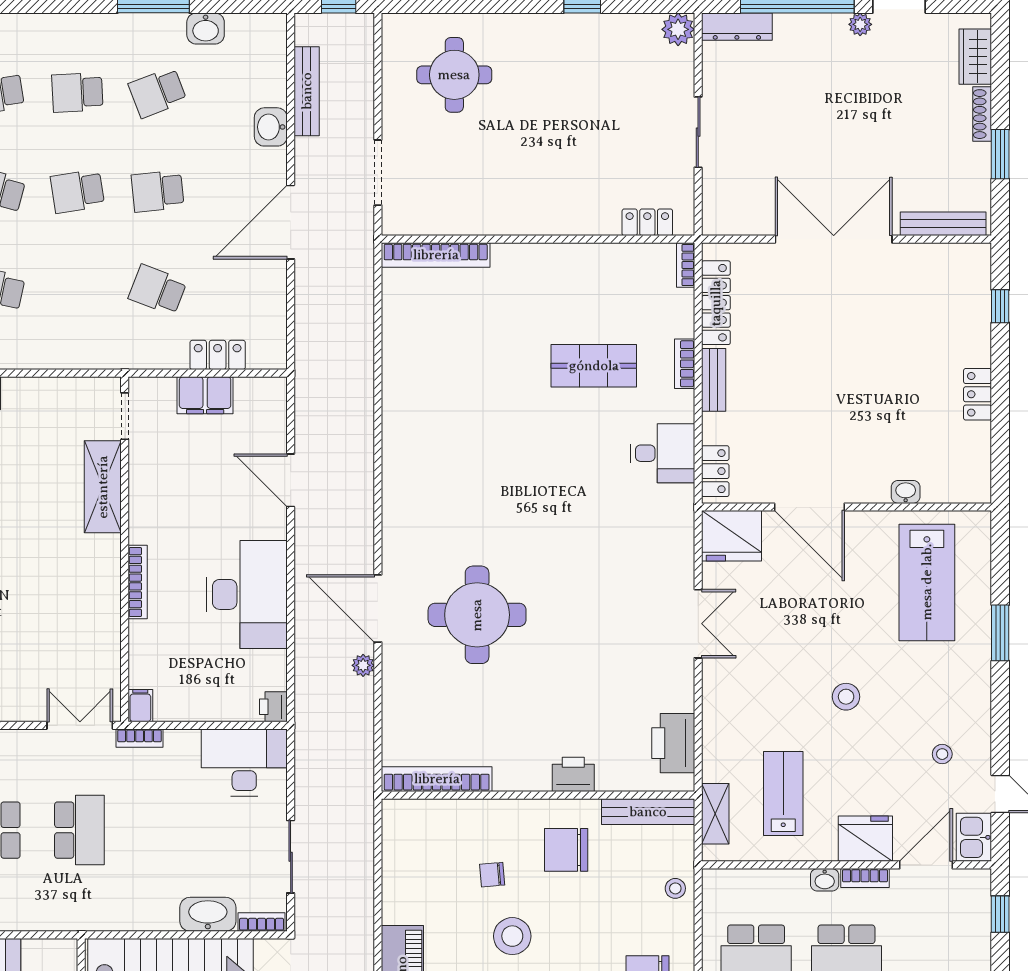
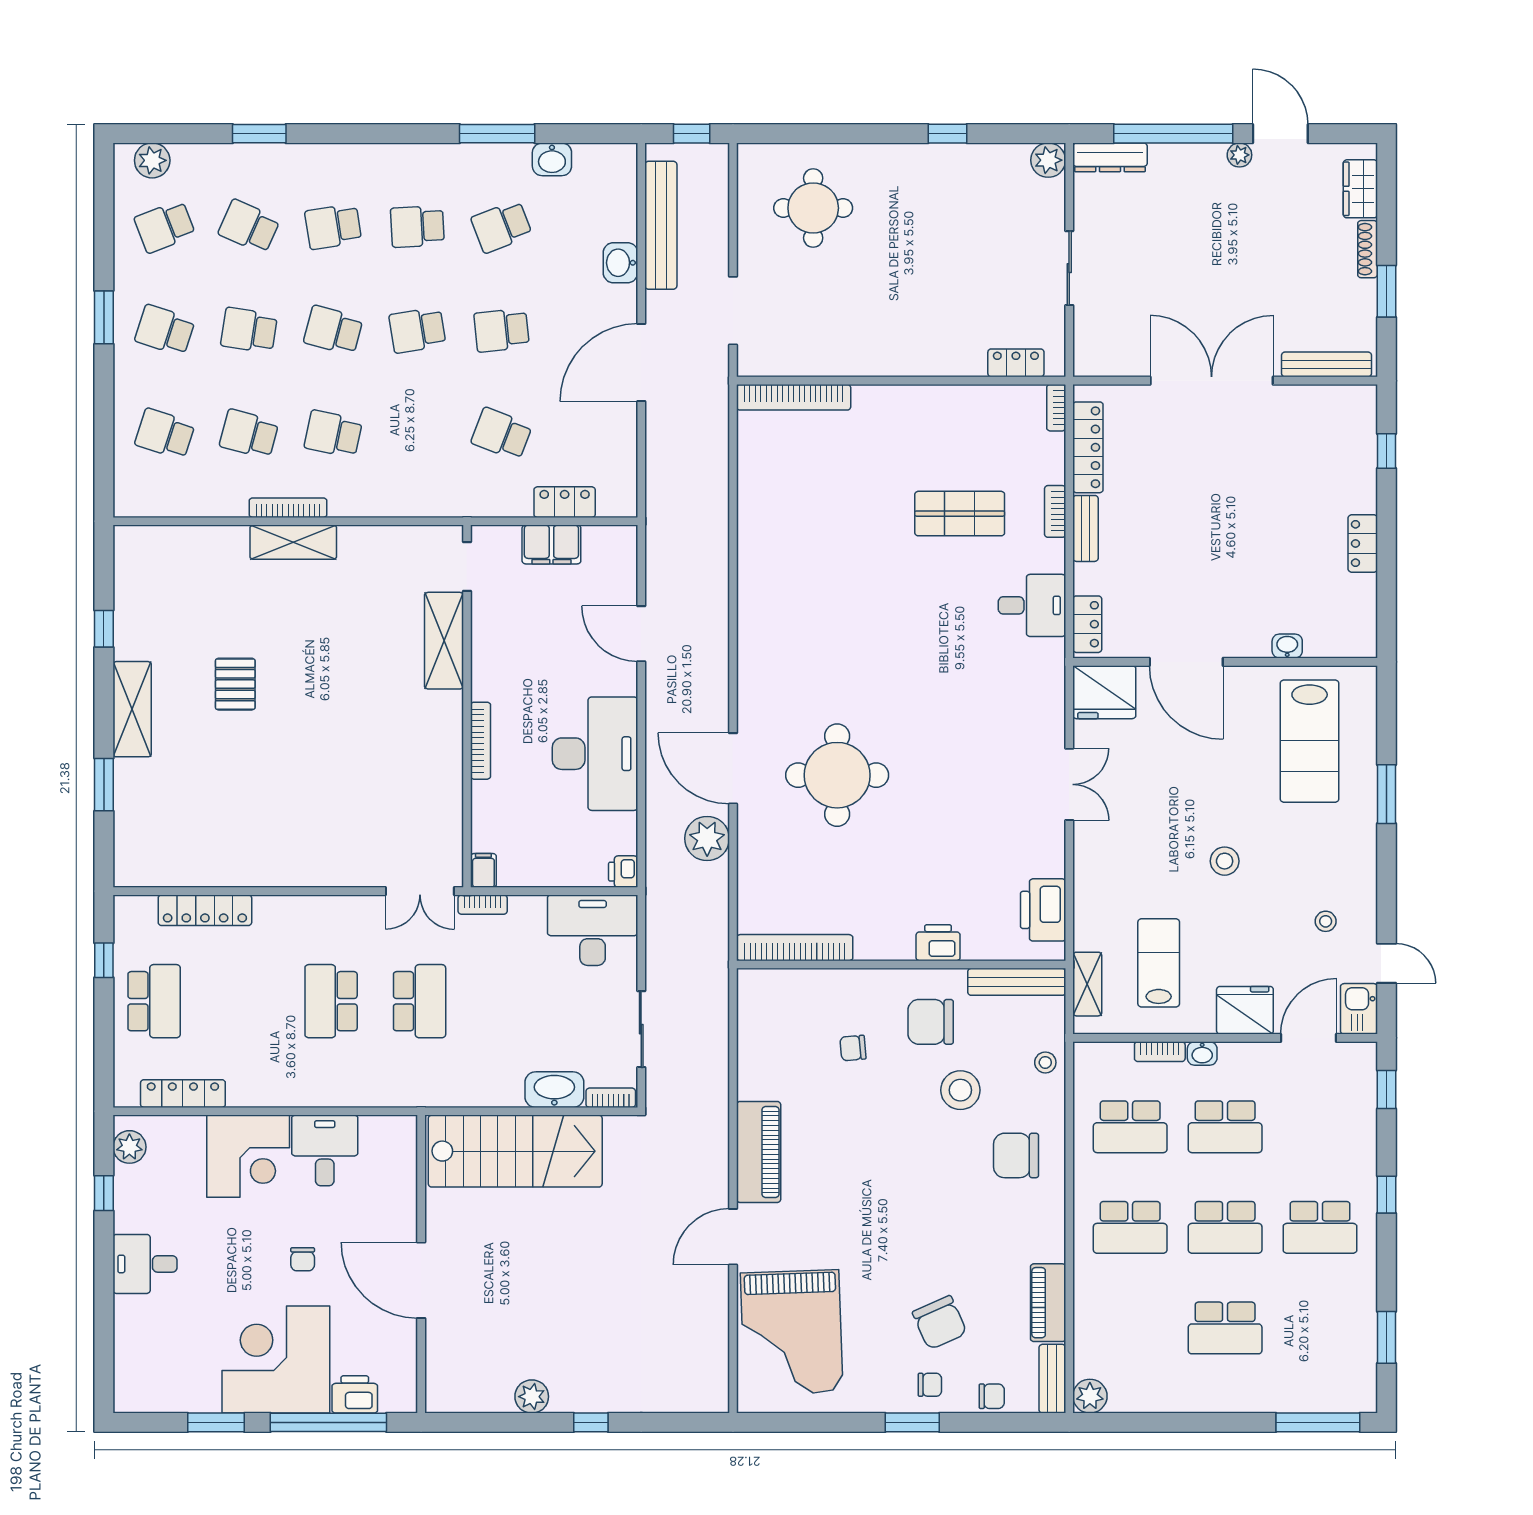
bench: (307, 91) -> (661, 225), width x1.37, depth x1.21
plant: (363, 665) -> (707, 838), width x1.88, depth x1.88
double door: (80, 725) -> (420, 891), swing flipped
bookcase: (865, 878) -> (1160, 1052), moved
stool: (512, 936) -> (960, 1090), moved

